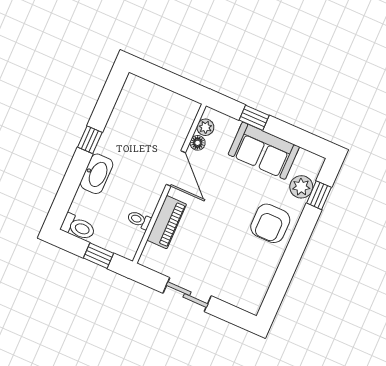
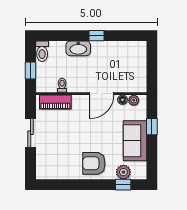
piano: (167, 222) -> (55, 102), moved

